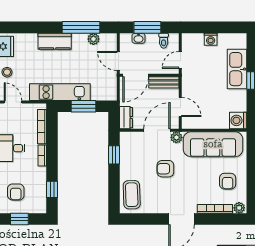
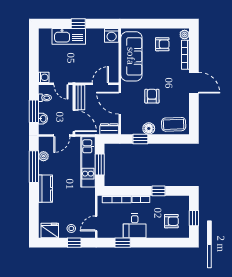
washing machine: (211, 39) -> (44, 77), moved
kitchen unit: (60, 92) -> (88, 162), moved
plant: (176, 137) -> (126, 87), removed
floor lamp: (127, 165) -> (149, 128), added
armchair: (165, 169) -> (152, 96), turned 180
window: (52, 189) -> (159, 191), moved

